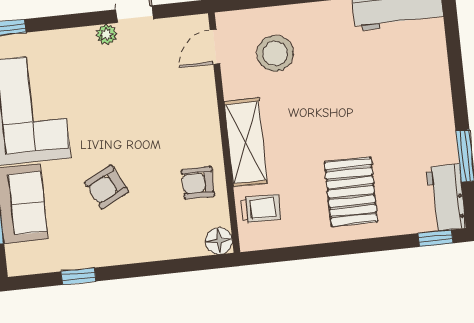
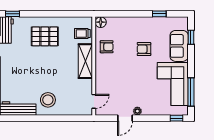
stool: (275, 53) -> (48, 100), moved
armchair: (107, 187) -> (144, 49), turned -153
pallet: (351, 192) -> (45, 36), turned 90

